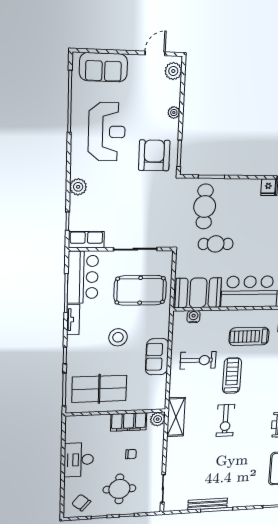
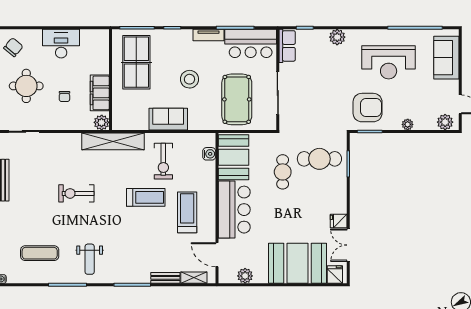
shelving: (176, 417) -> (113, 141), width x1.47
exercise bike: (225, 420) -> (76, 193), moved

